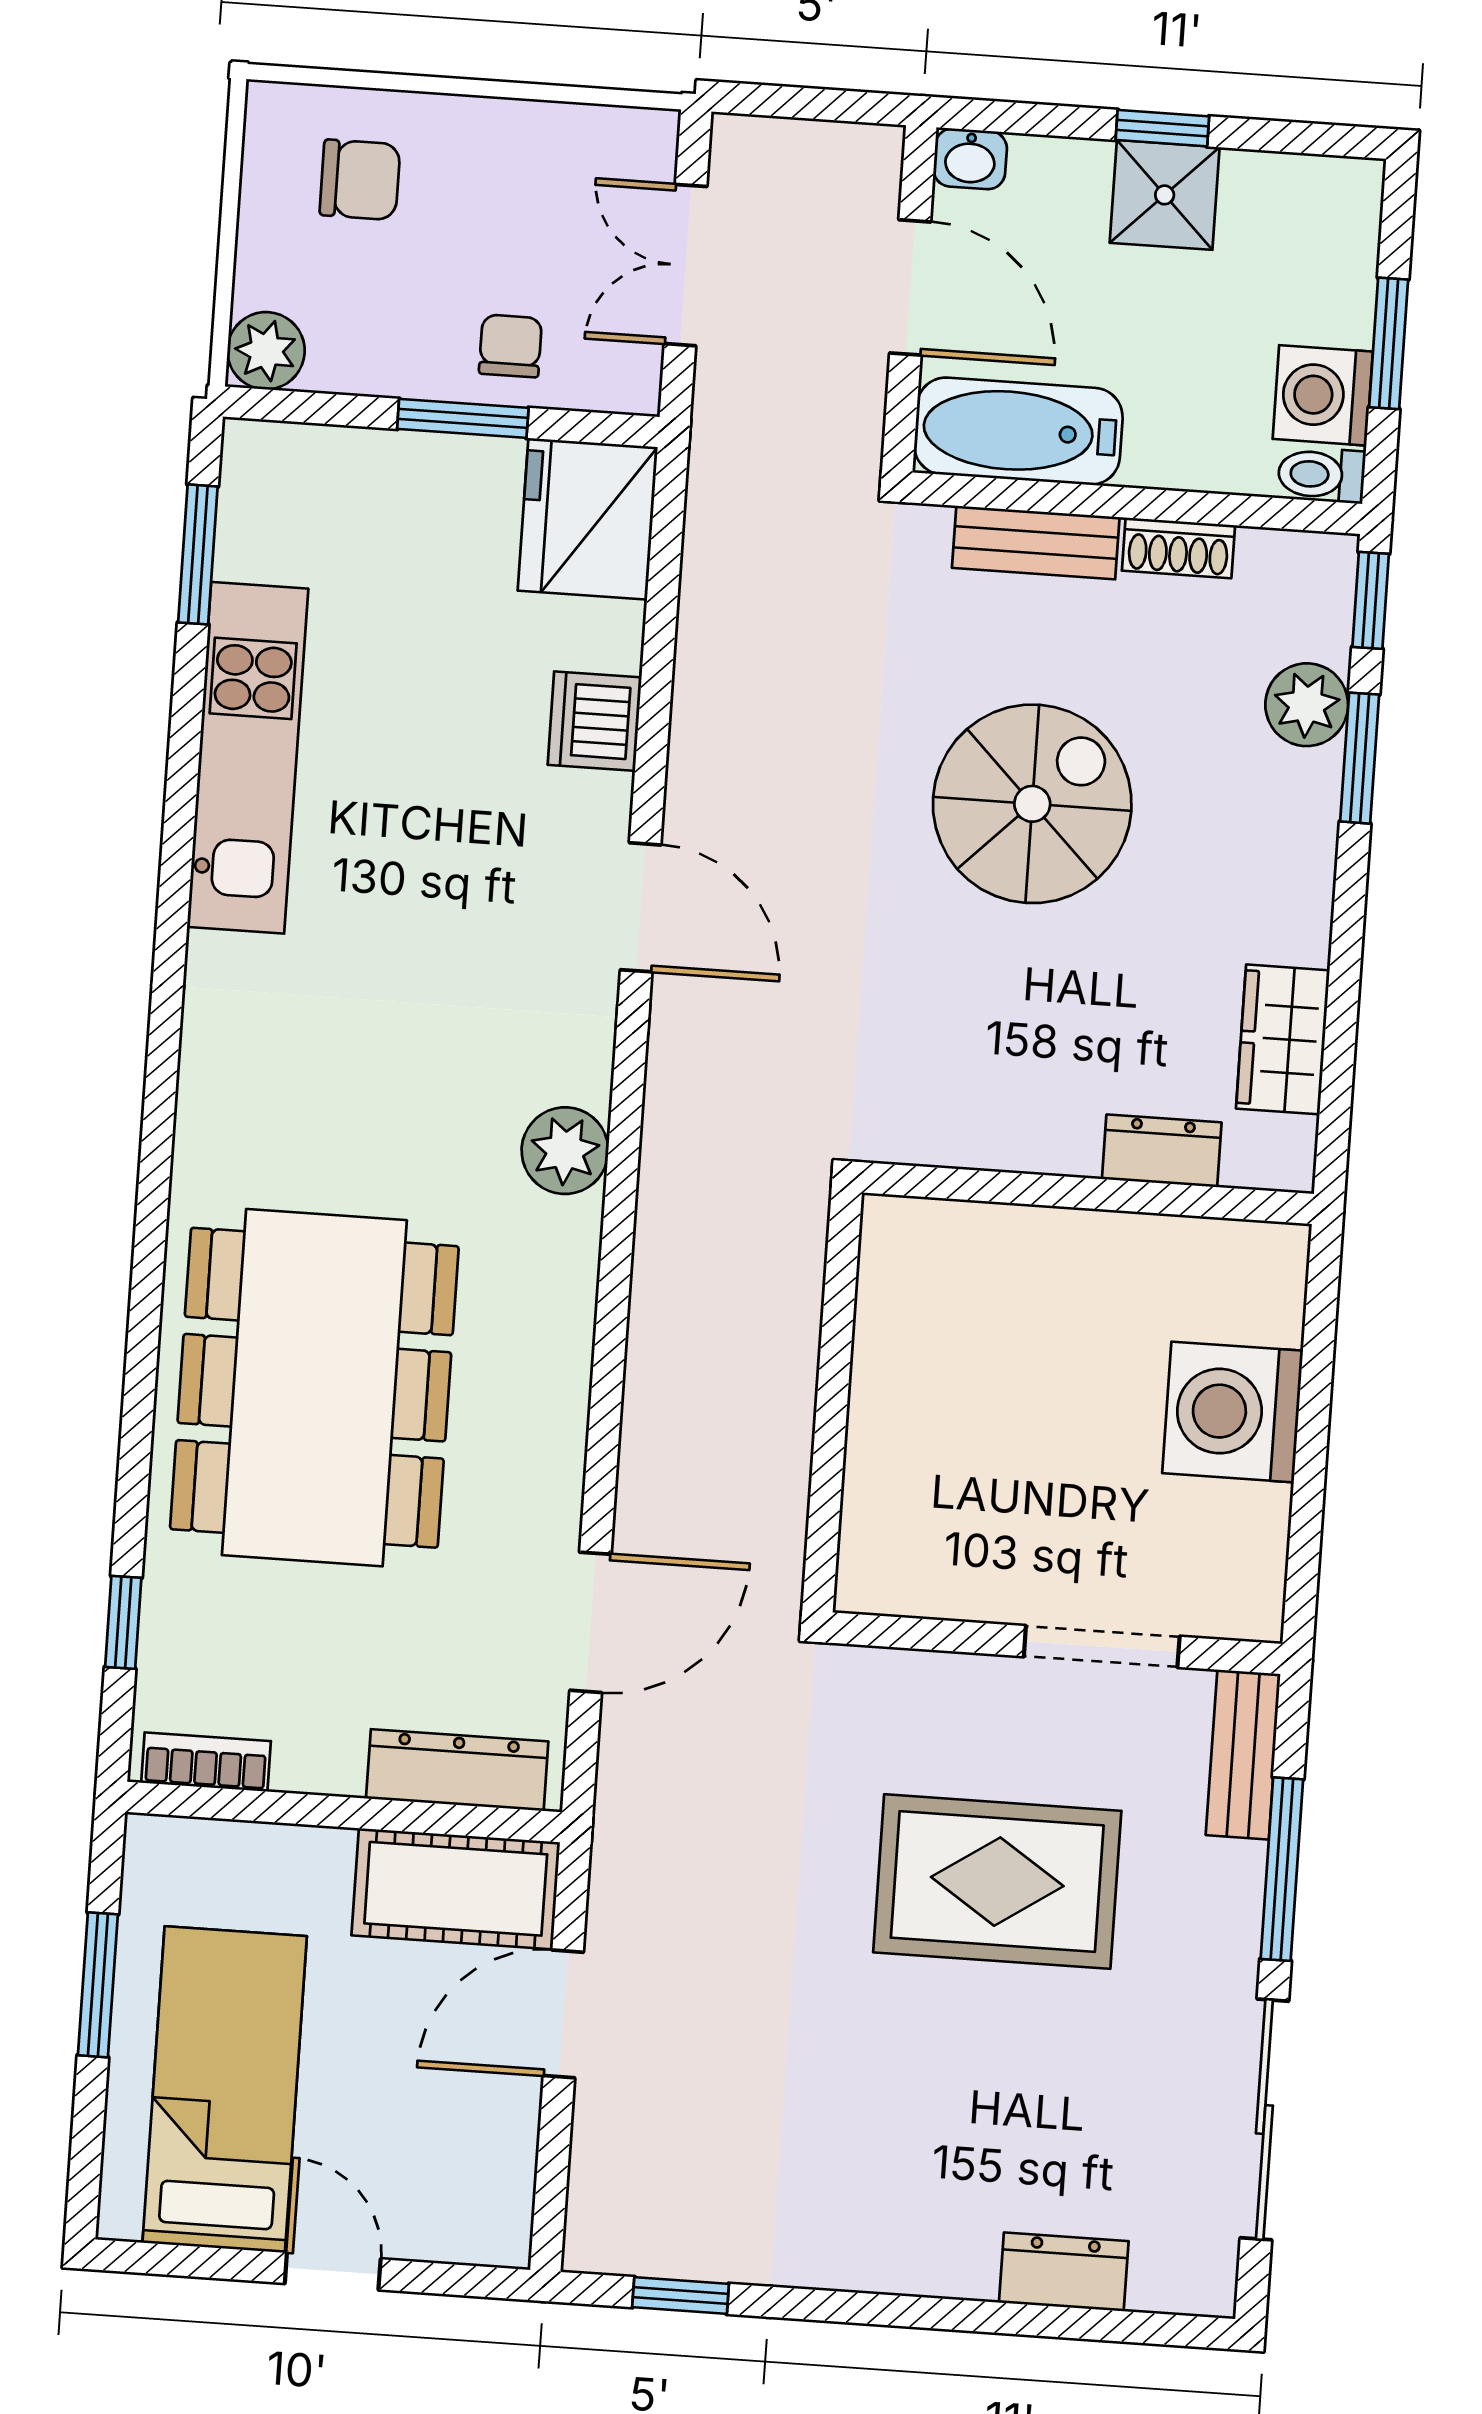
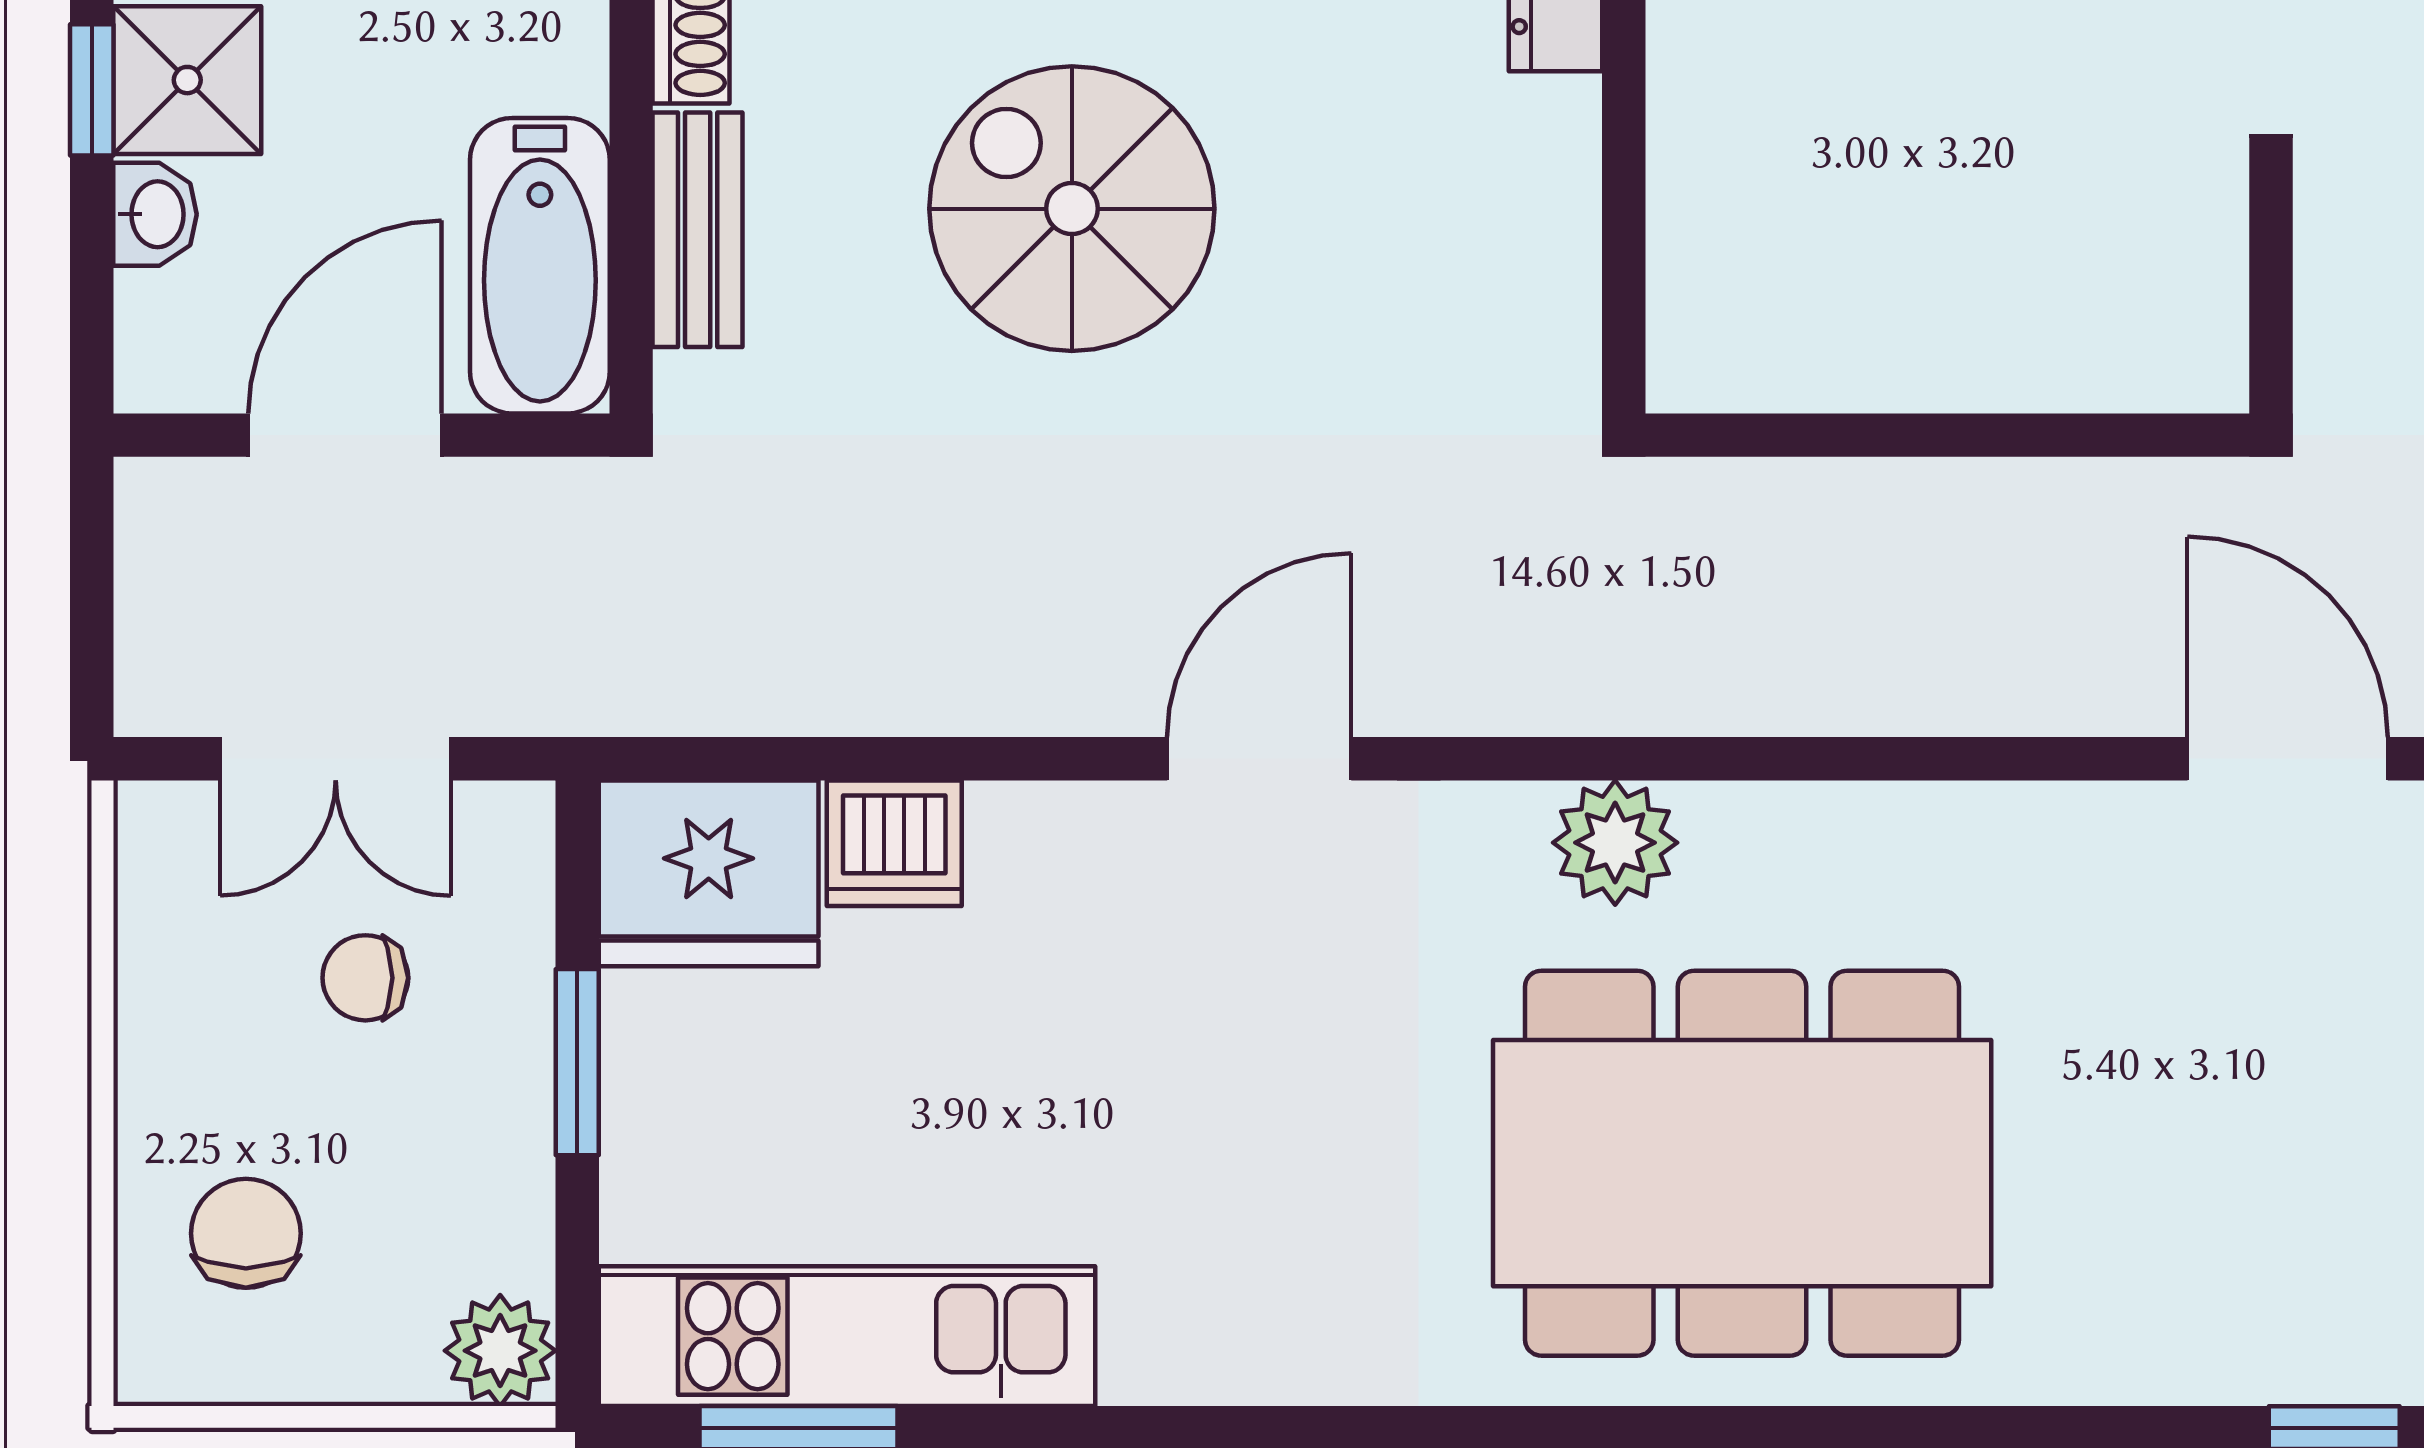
washbasin: (970, 159) -> (155, 214), moved
chair: (510, 346) -> (365, 978), moved
dishwasher: (595, 721) -> (894, 843), moved
kitchen unit: (248, 758) -> (847, 1336), moved
dining table: (314, 1388) -> (1742, 1163), moved

